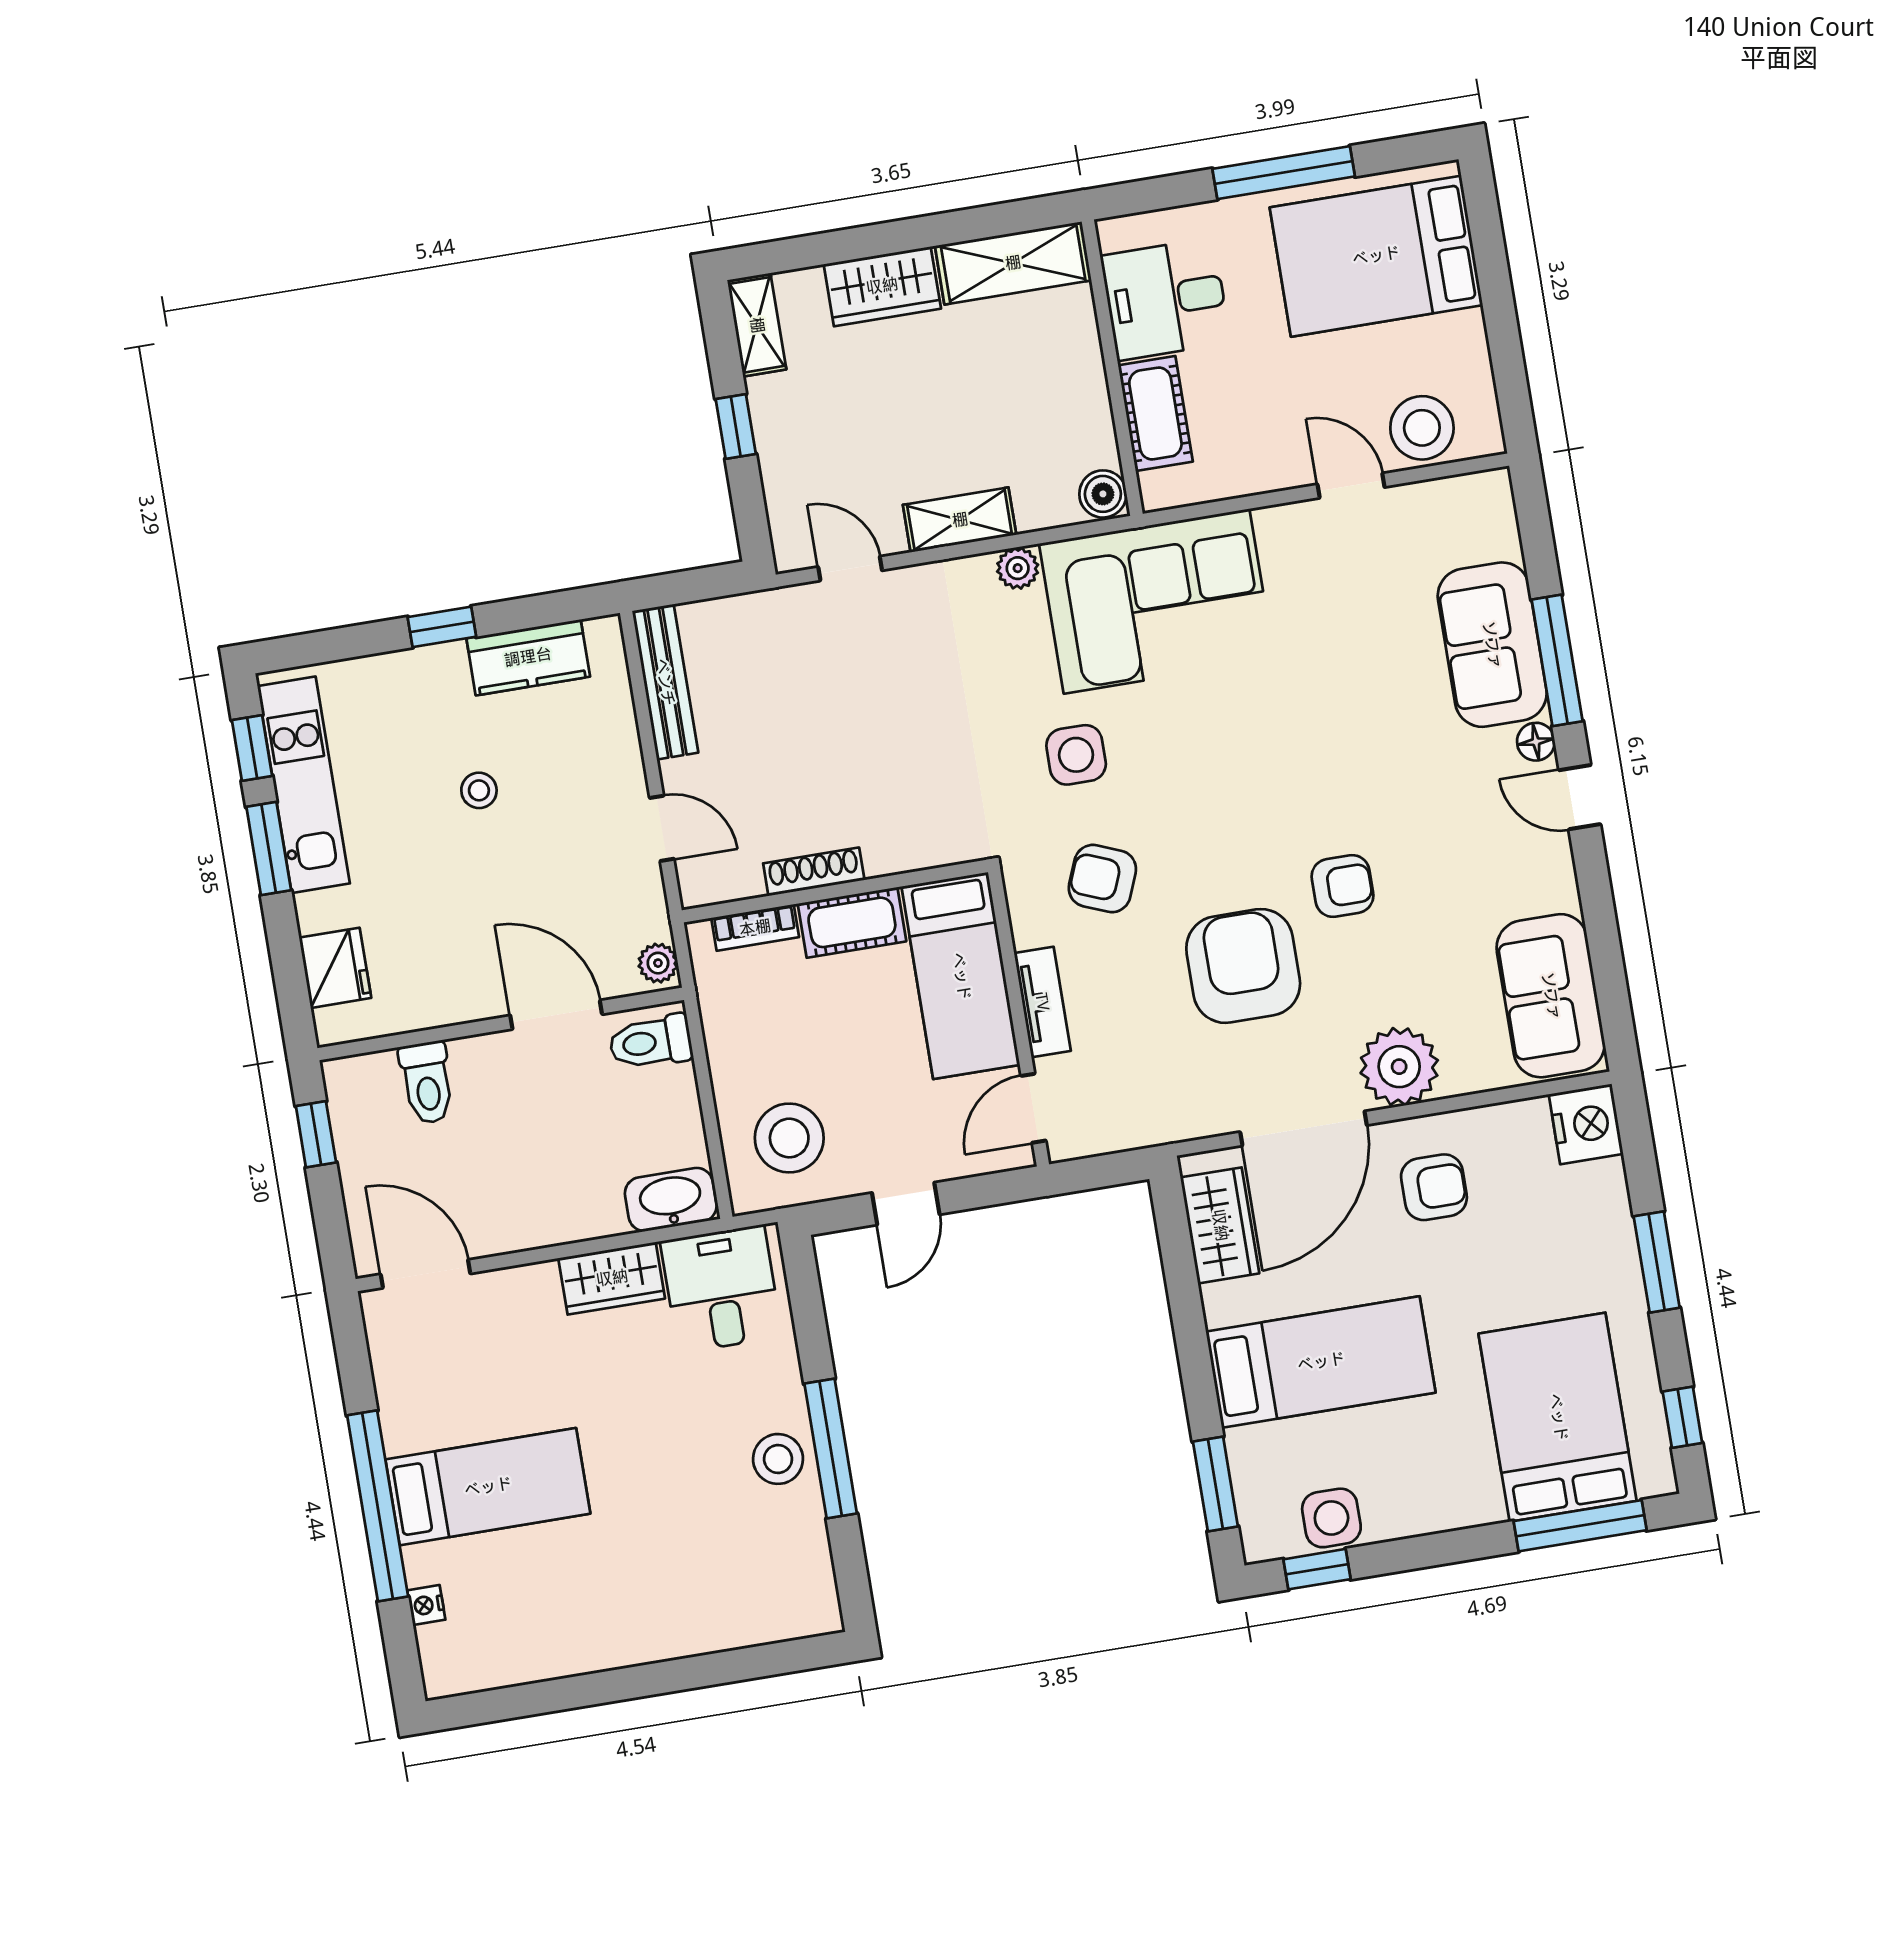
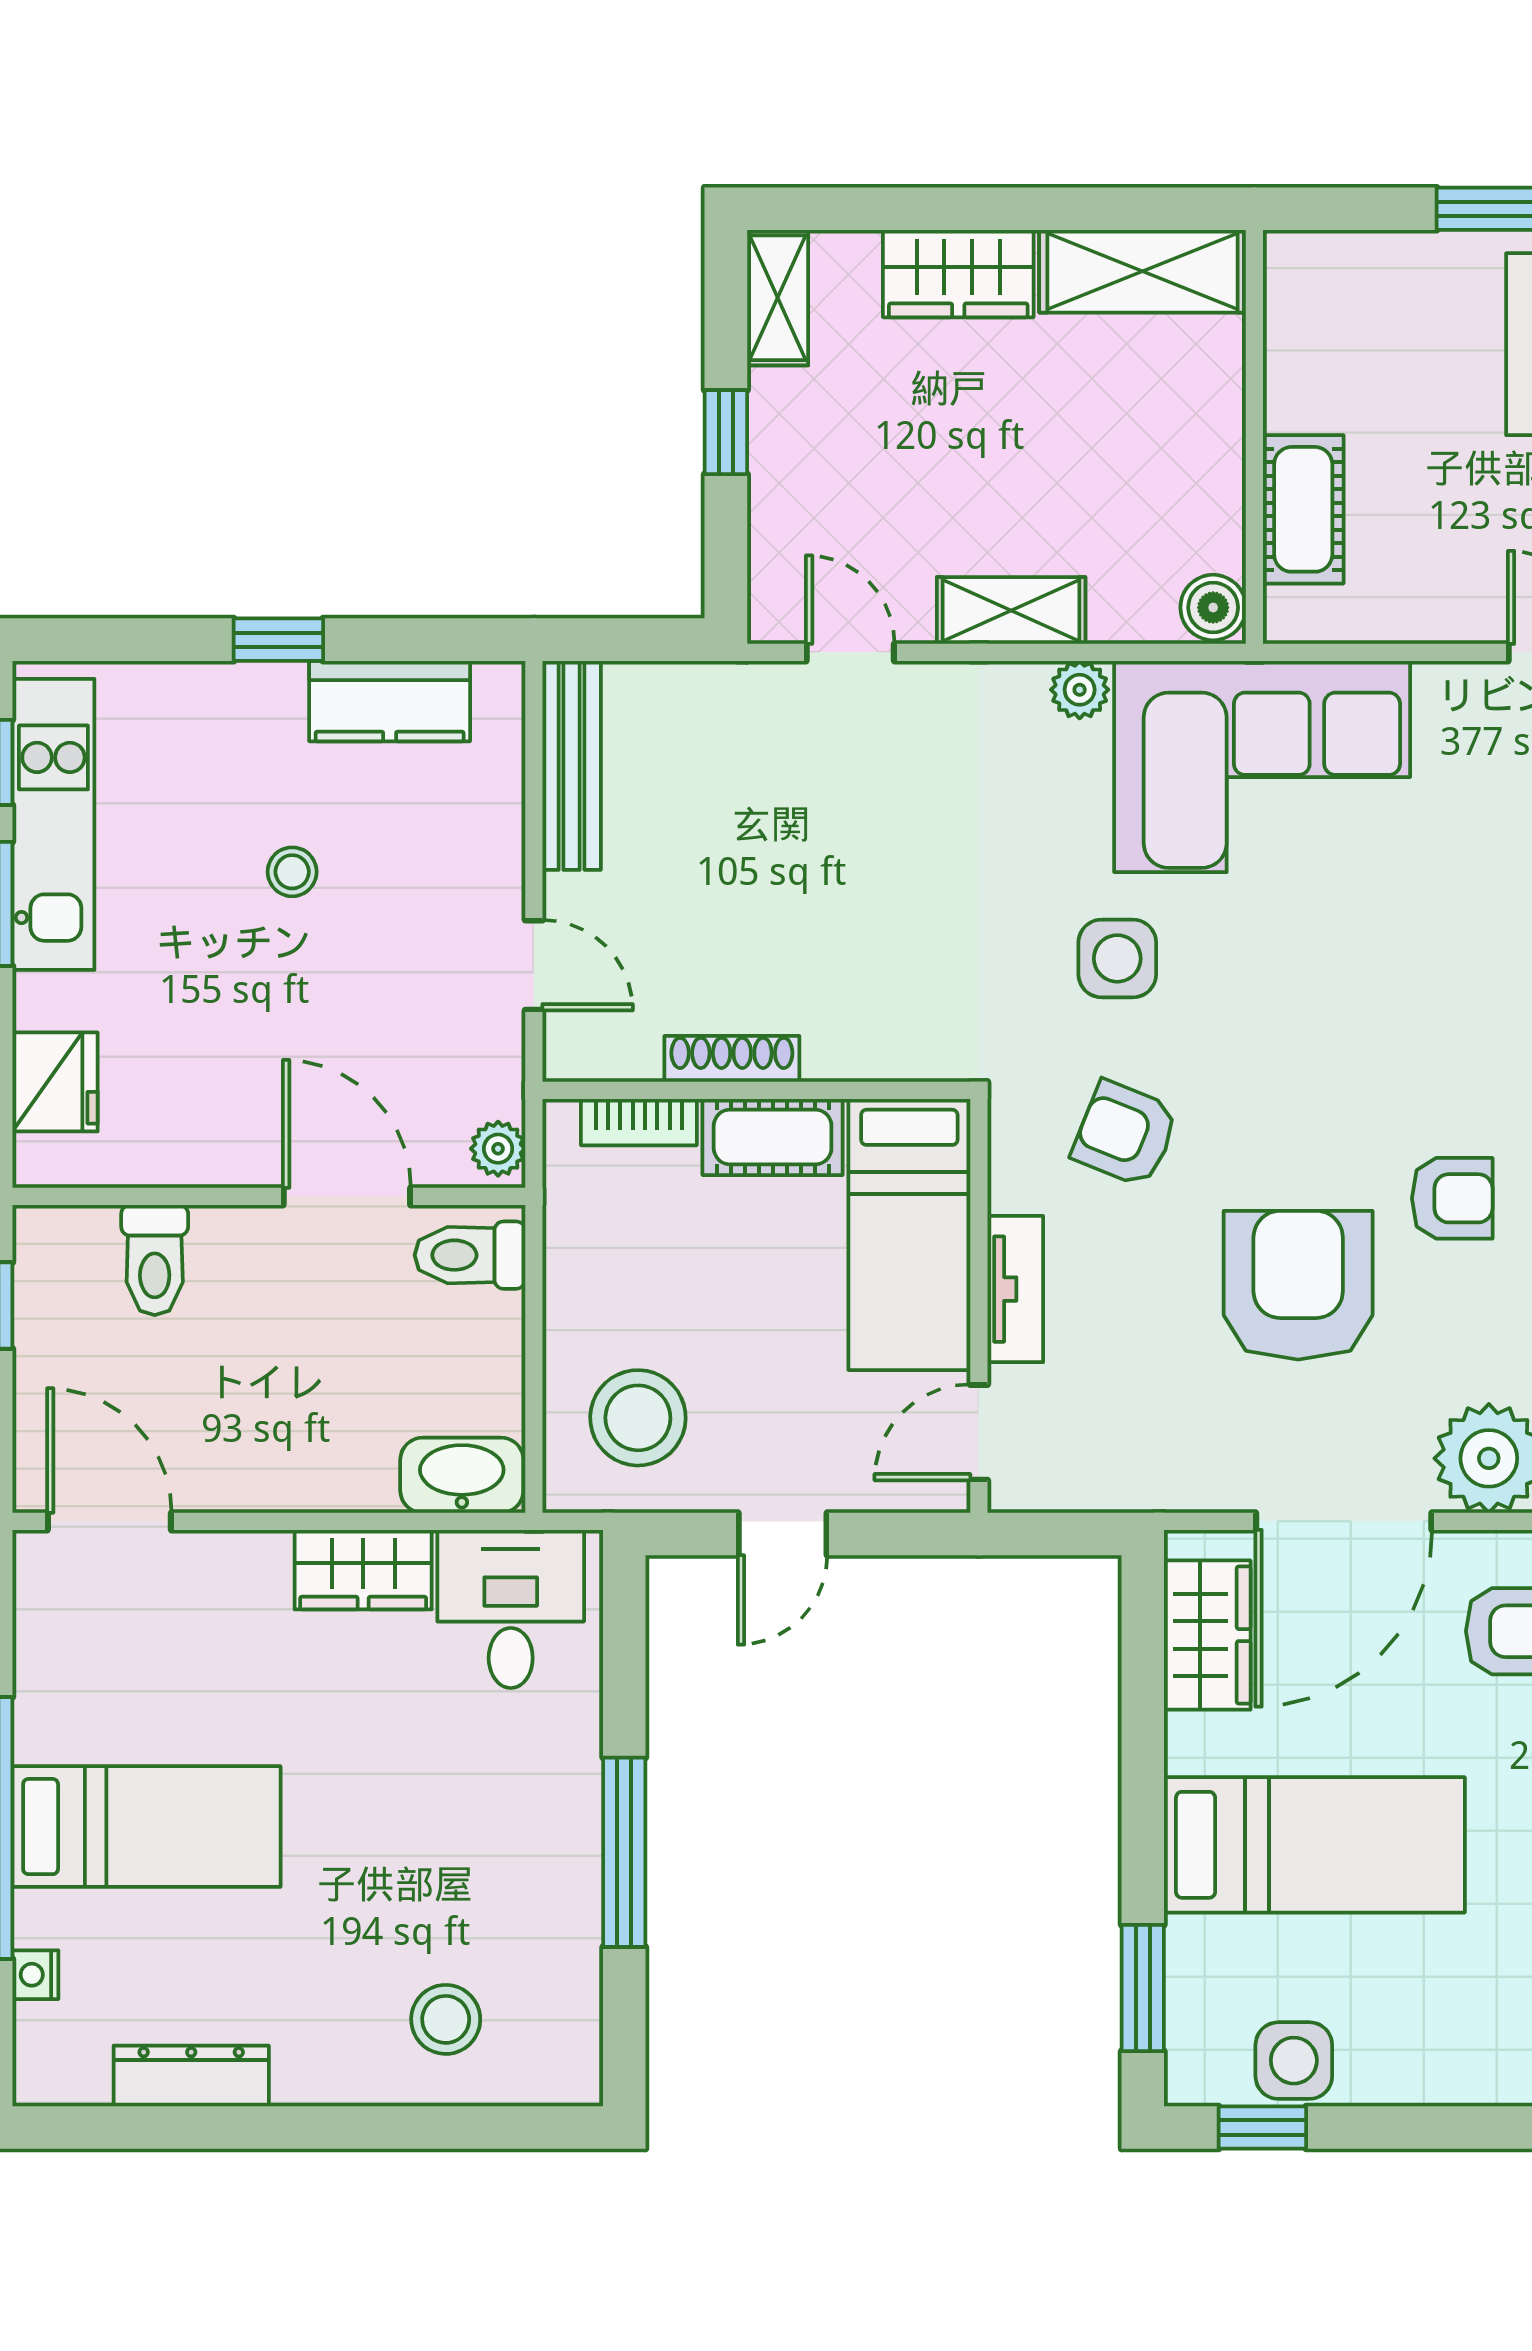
desk: (1165, 299) -> (1343, 355), removed
stool: (778, 1459) -> (446, 2019), moved
dresser: (549, 1659) -> (191, 2076), added

